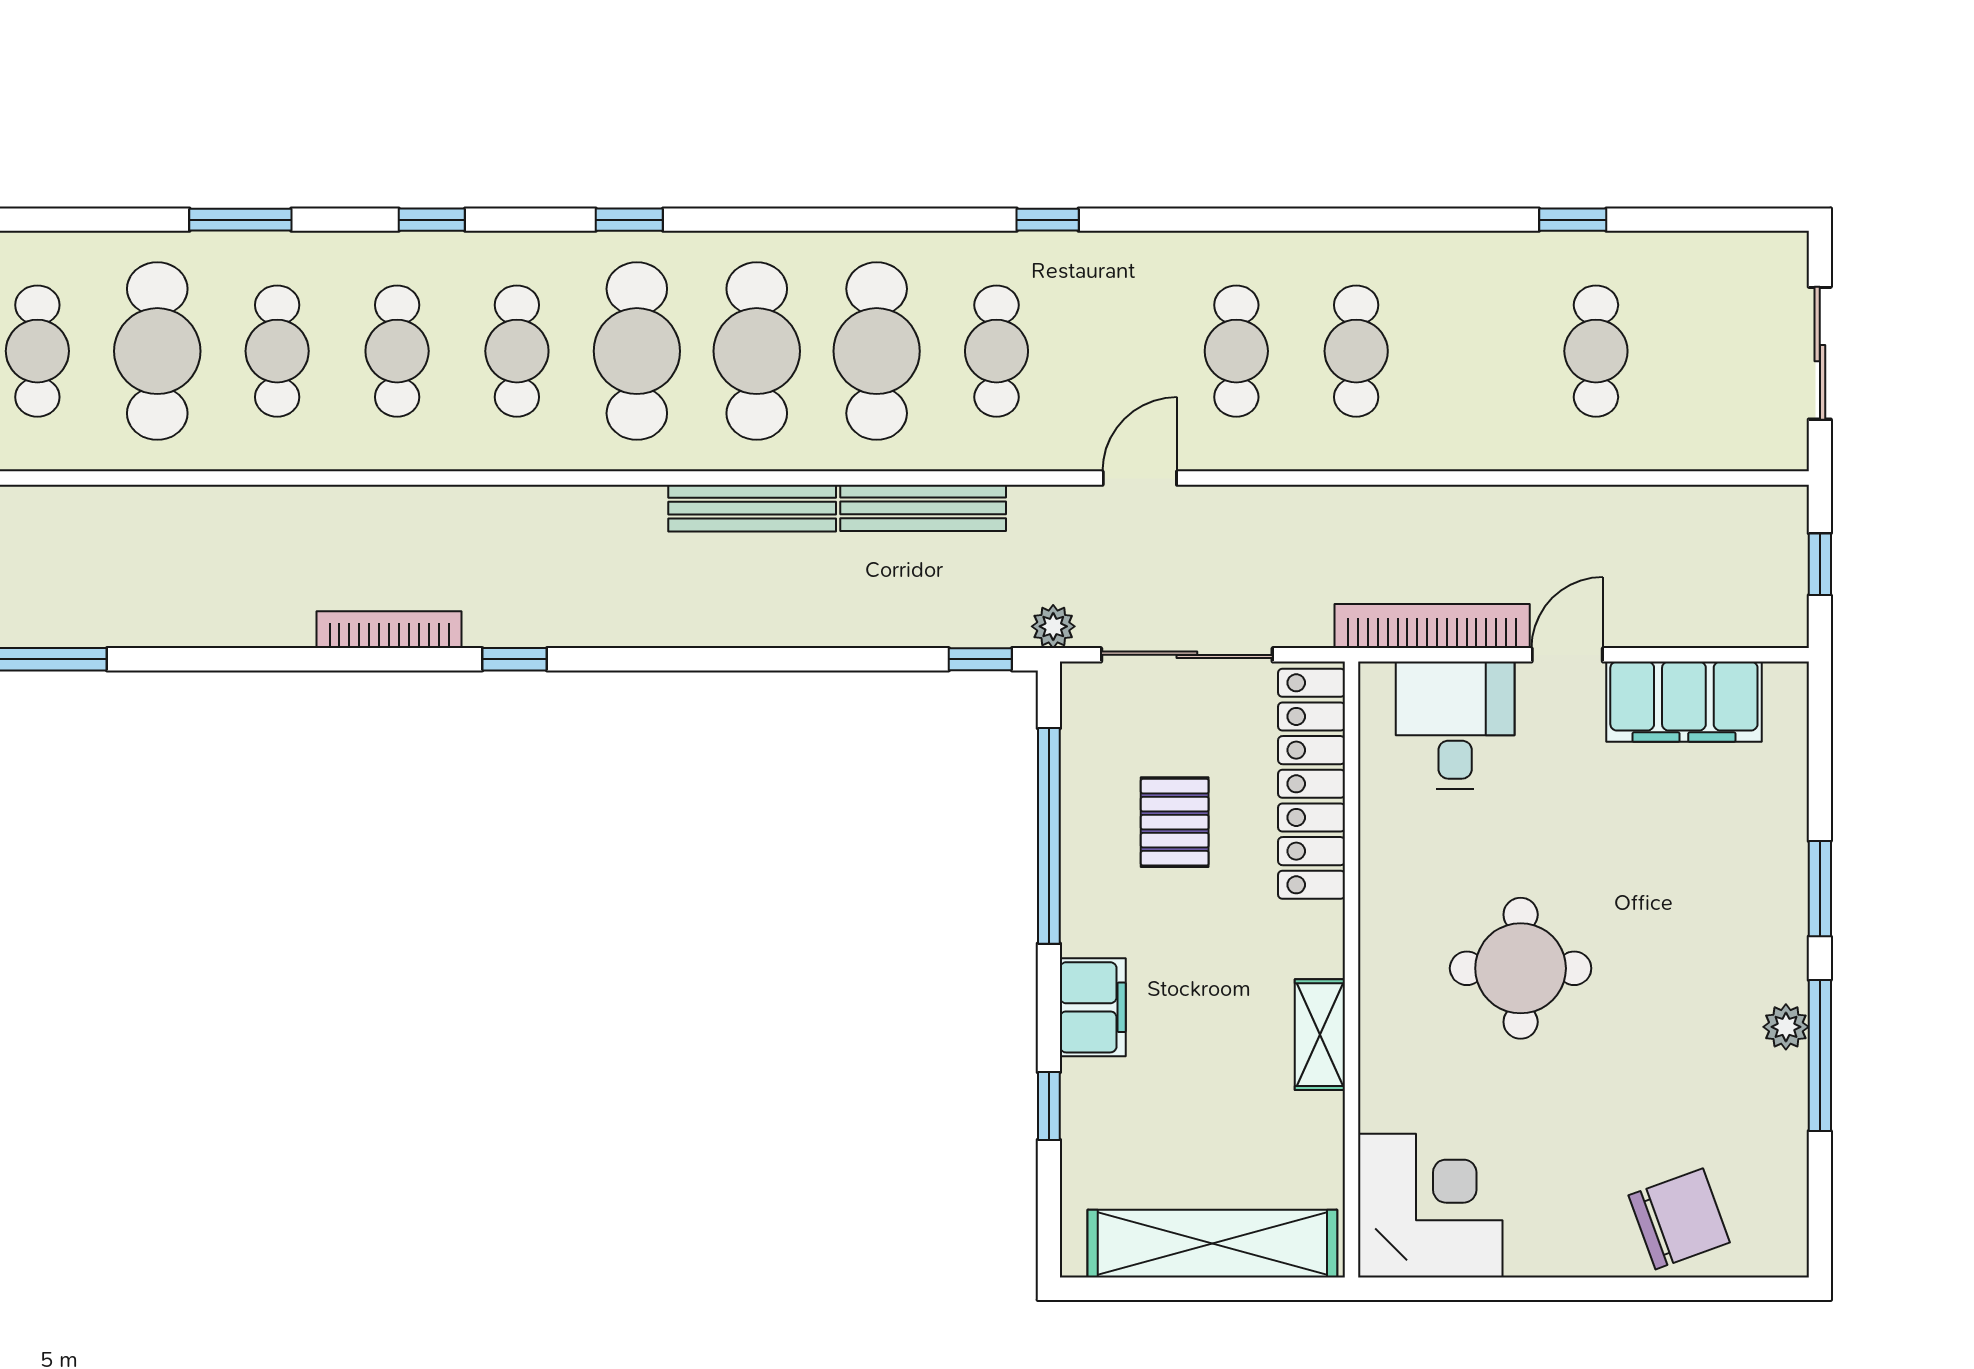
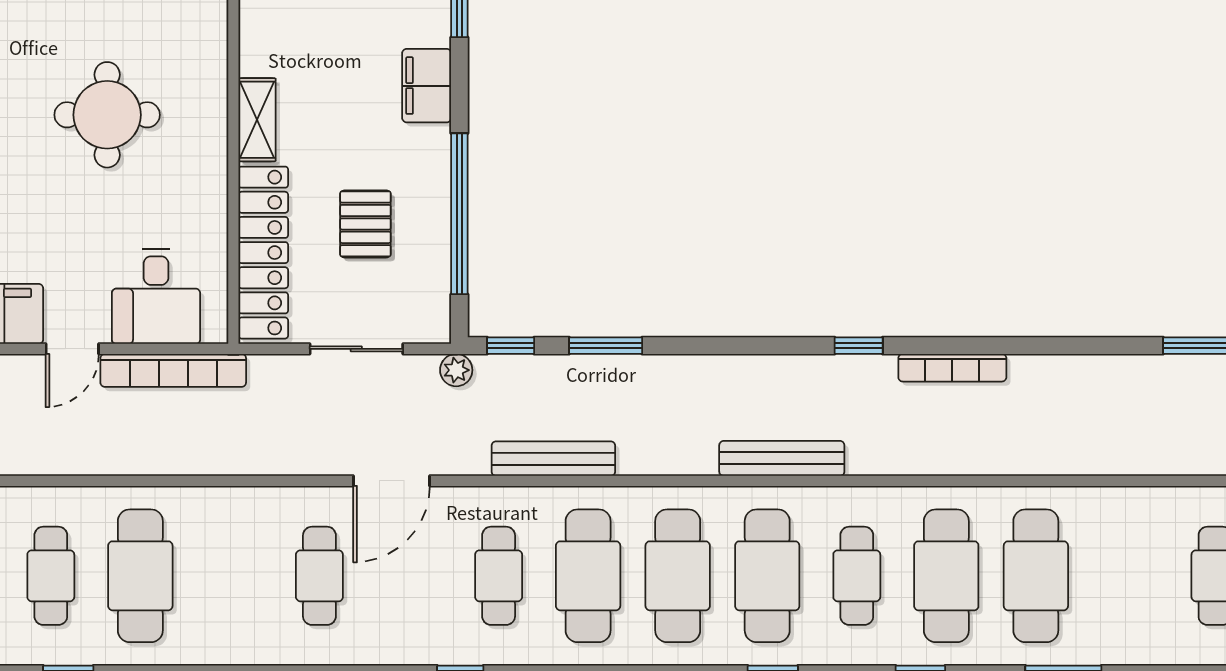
cafe table: (157, 351) -> (1125, 576), removed
cafe table: (277, 351) -> (1036, 576), width x1.37, depth x1.35
cafe table: (397, 351) -> (946, 576), width x1.37, depth x1.35
cafe table: (1356, 351) -> (140, 576), moved, width x1.37, depth x1.35
door: (1140, 478) -> (391, 481), width x1.38
bench: (752, 508) -> (782, 458), moved
sliding door: (1187, 655) -> (356, 349), width x0.73
window: (853, 659) -> (606, 346), added
shelving: (1320, 1035) -> (257, 120), moved

